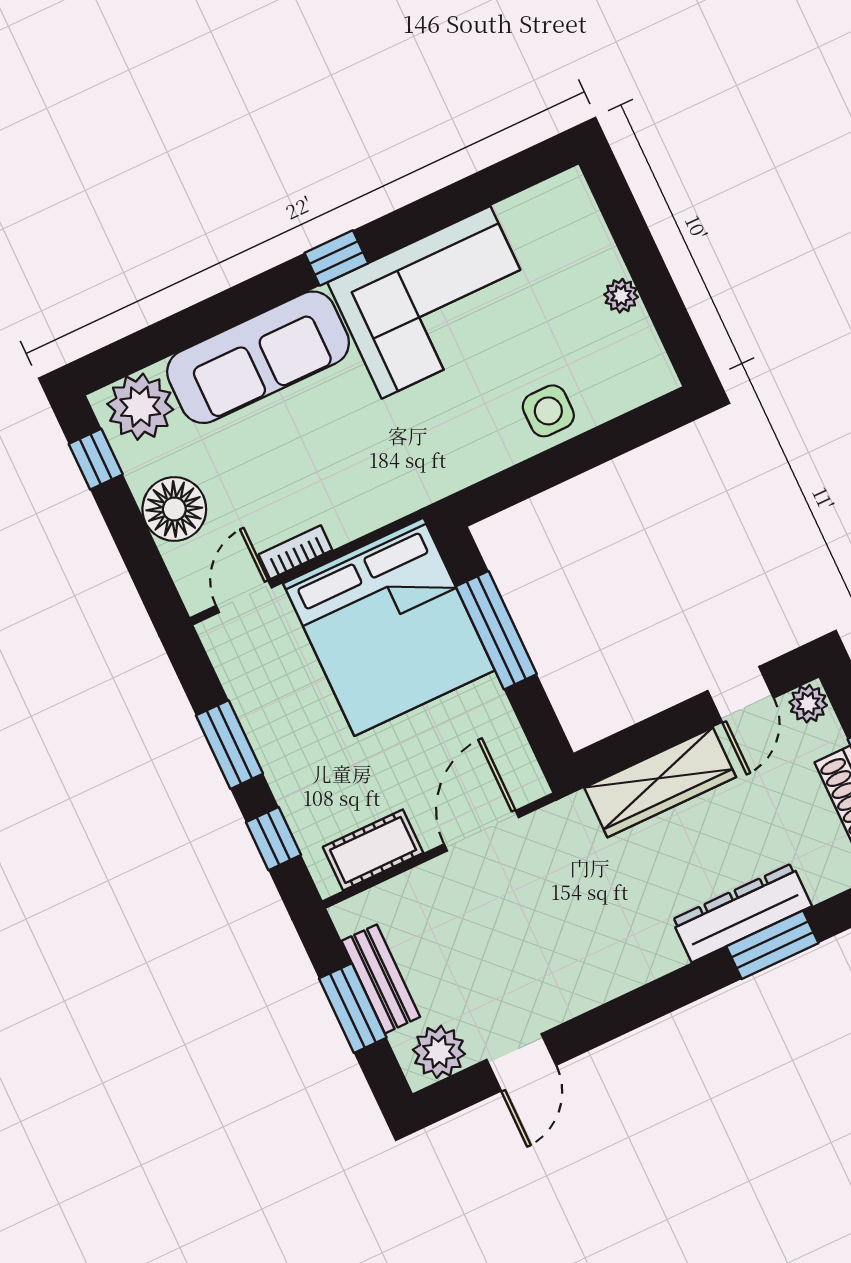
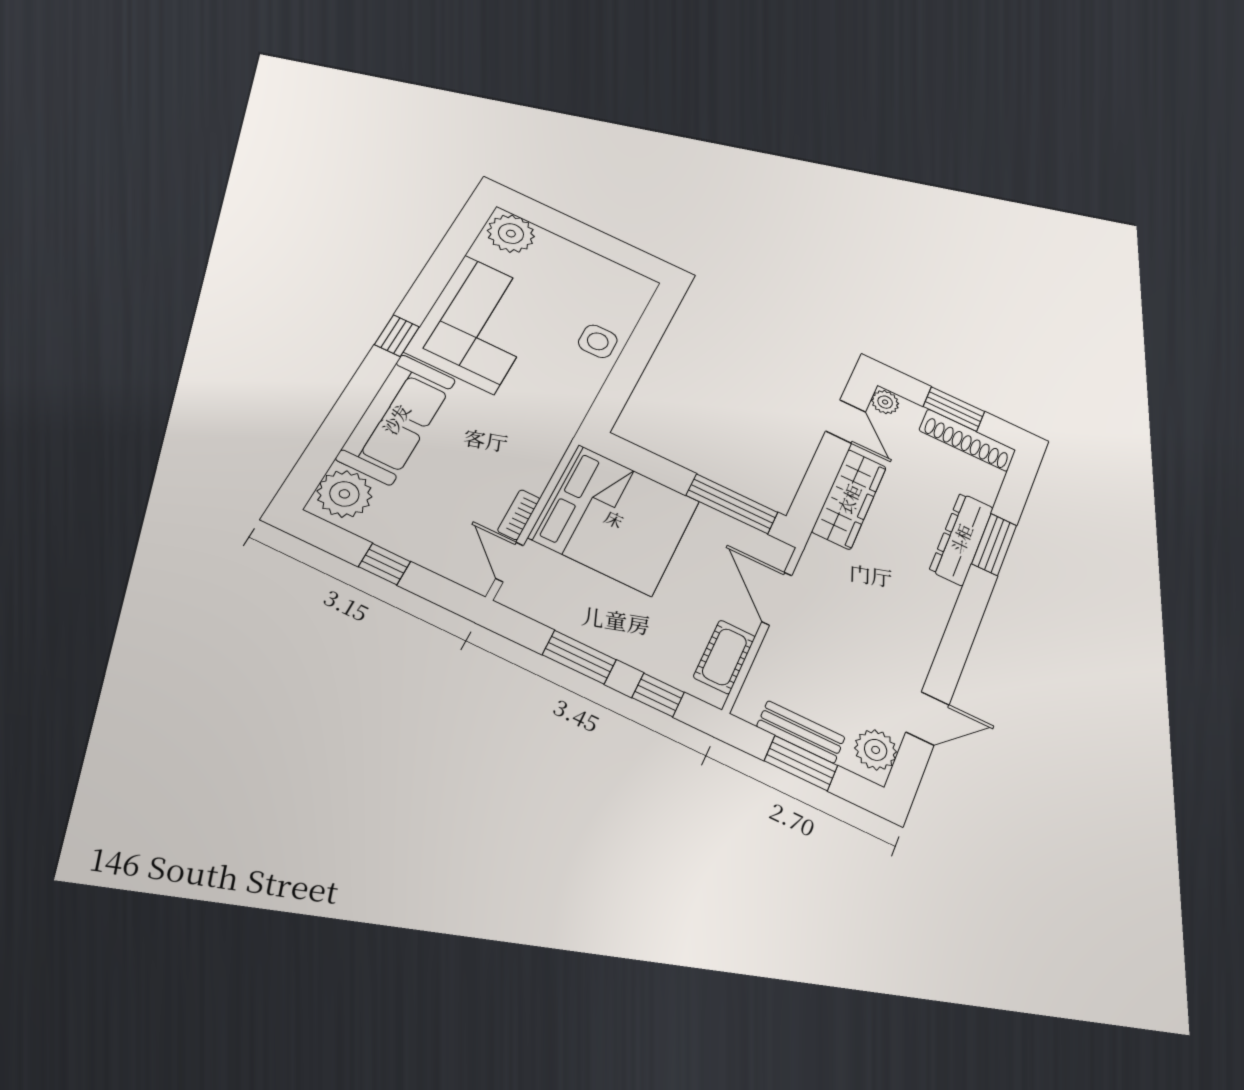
plant: (621, 296) -> (511, 234), moved, width x1.88, depth x1.88
window: (96, 459) -> (385, 564), moved
floor lamp: (174, 509) -> (419, 540), removed
window: (496, 630) -> (732, 504), moved
door: (521, 1062) -> (928, 718), hinge flipped

